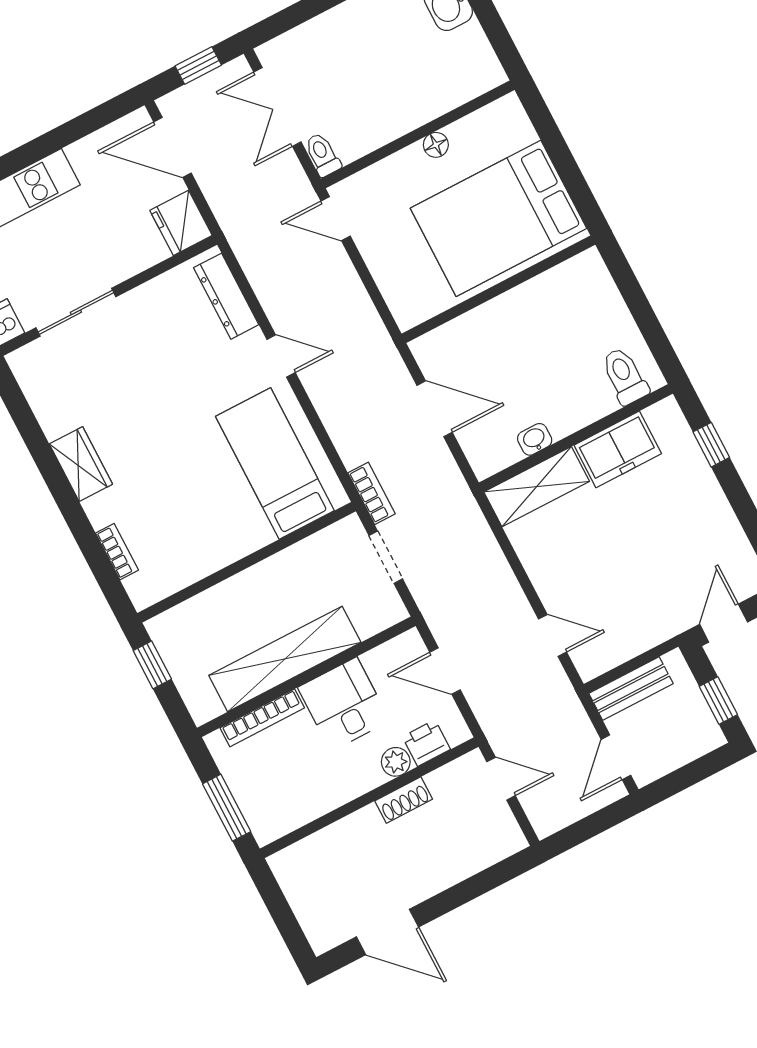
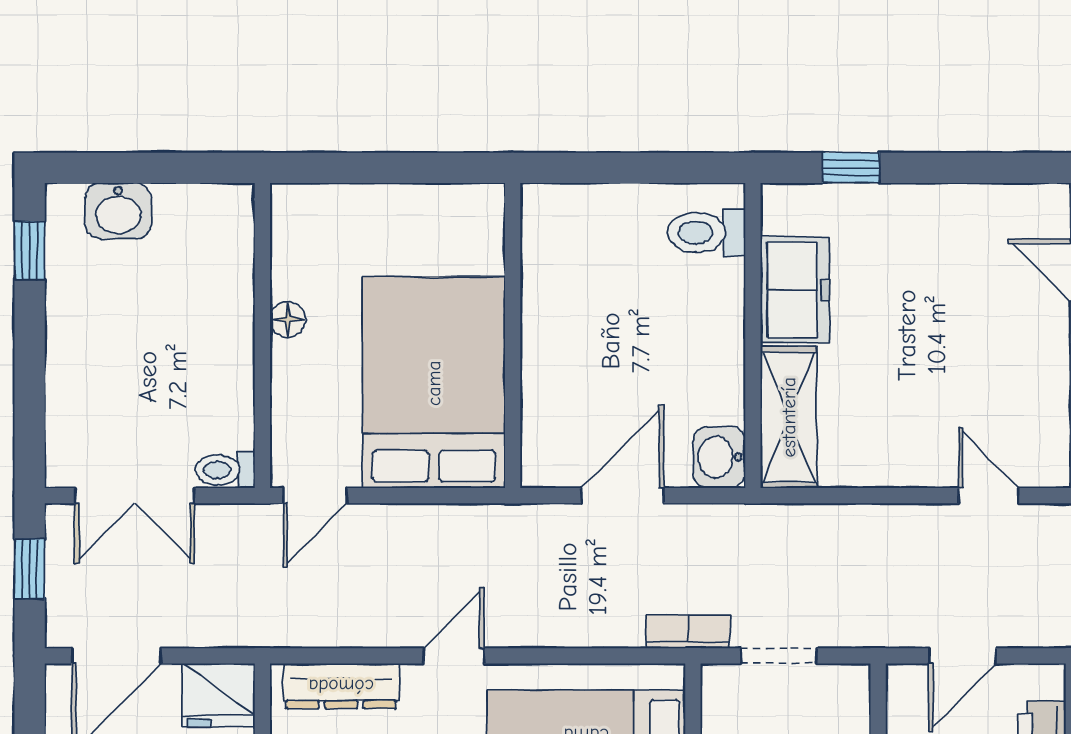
bed: (498, 218) -> (434, 383), moved, turned 180
washbasin: (535, 439) -> (719, 457), moved, width x1.38, depth x1.45
door: (553, 636) -> (989, 496), hinge flipped

